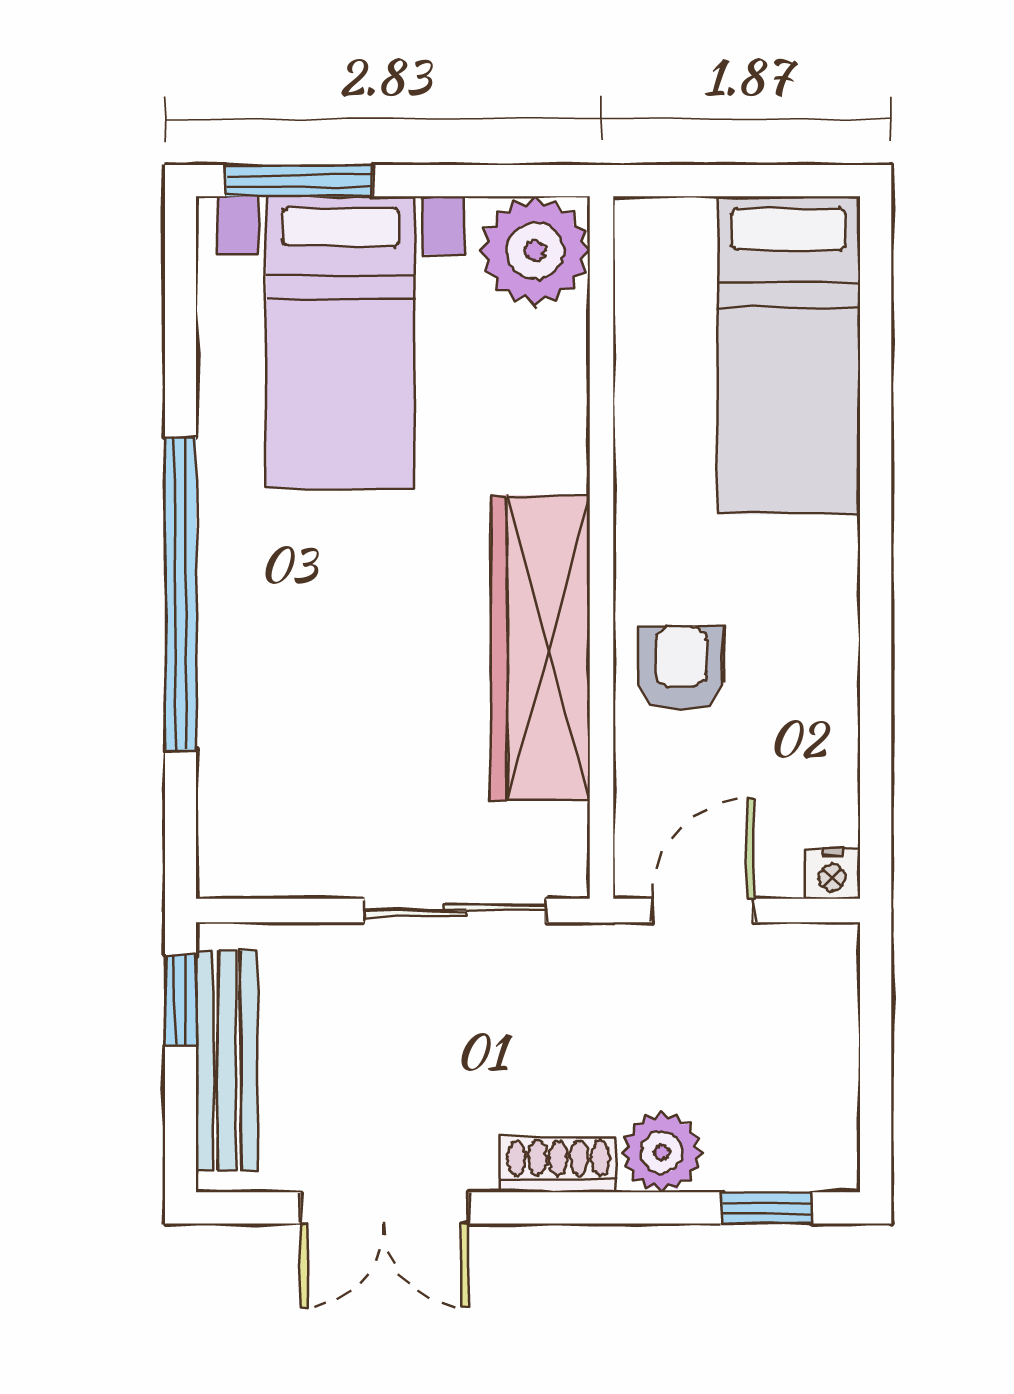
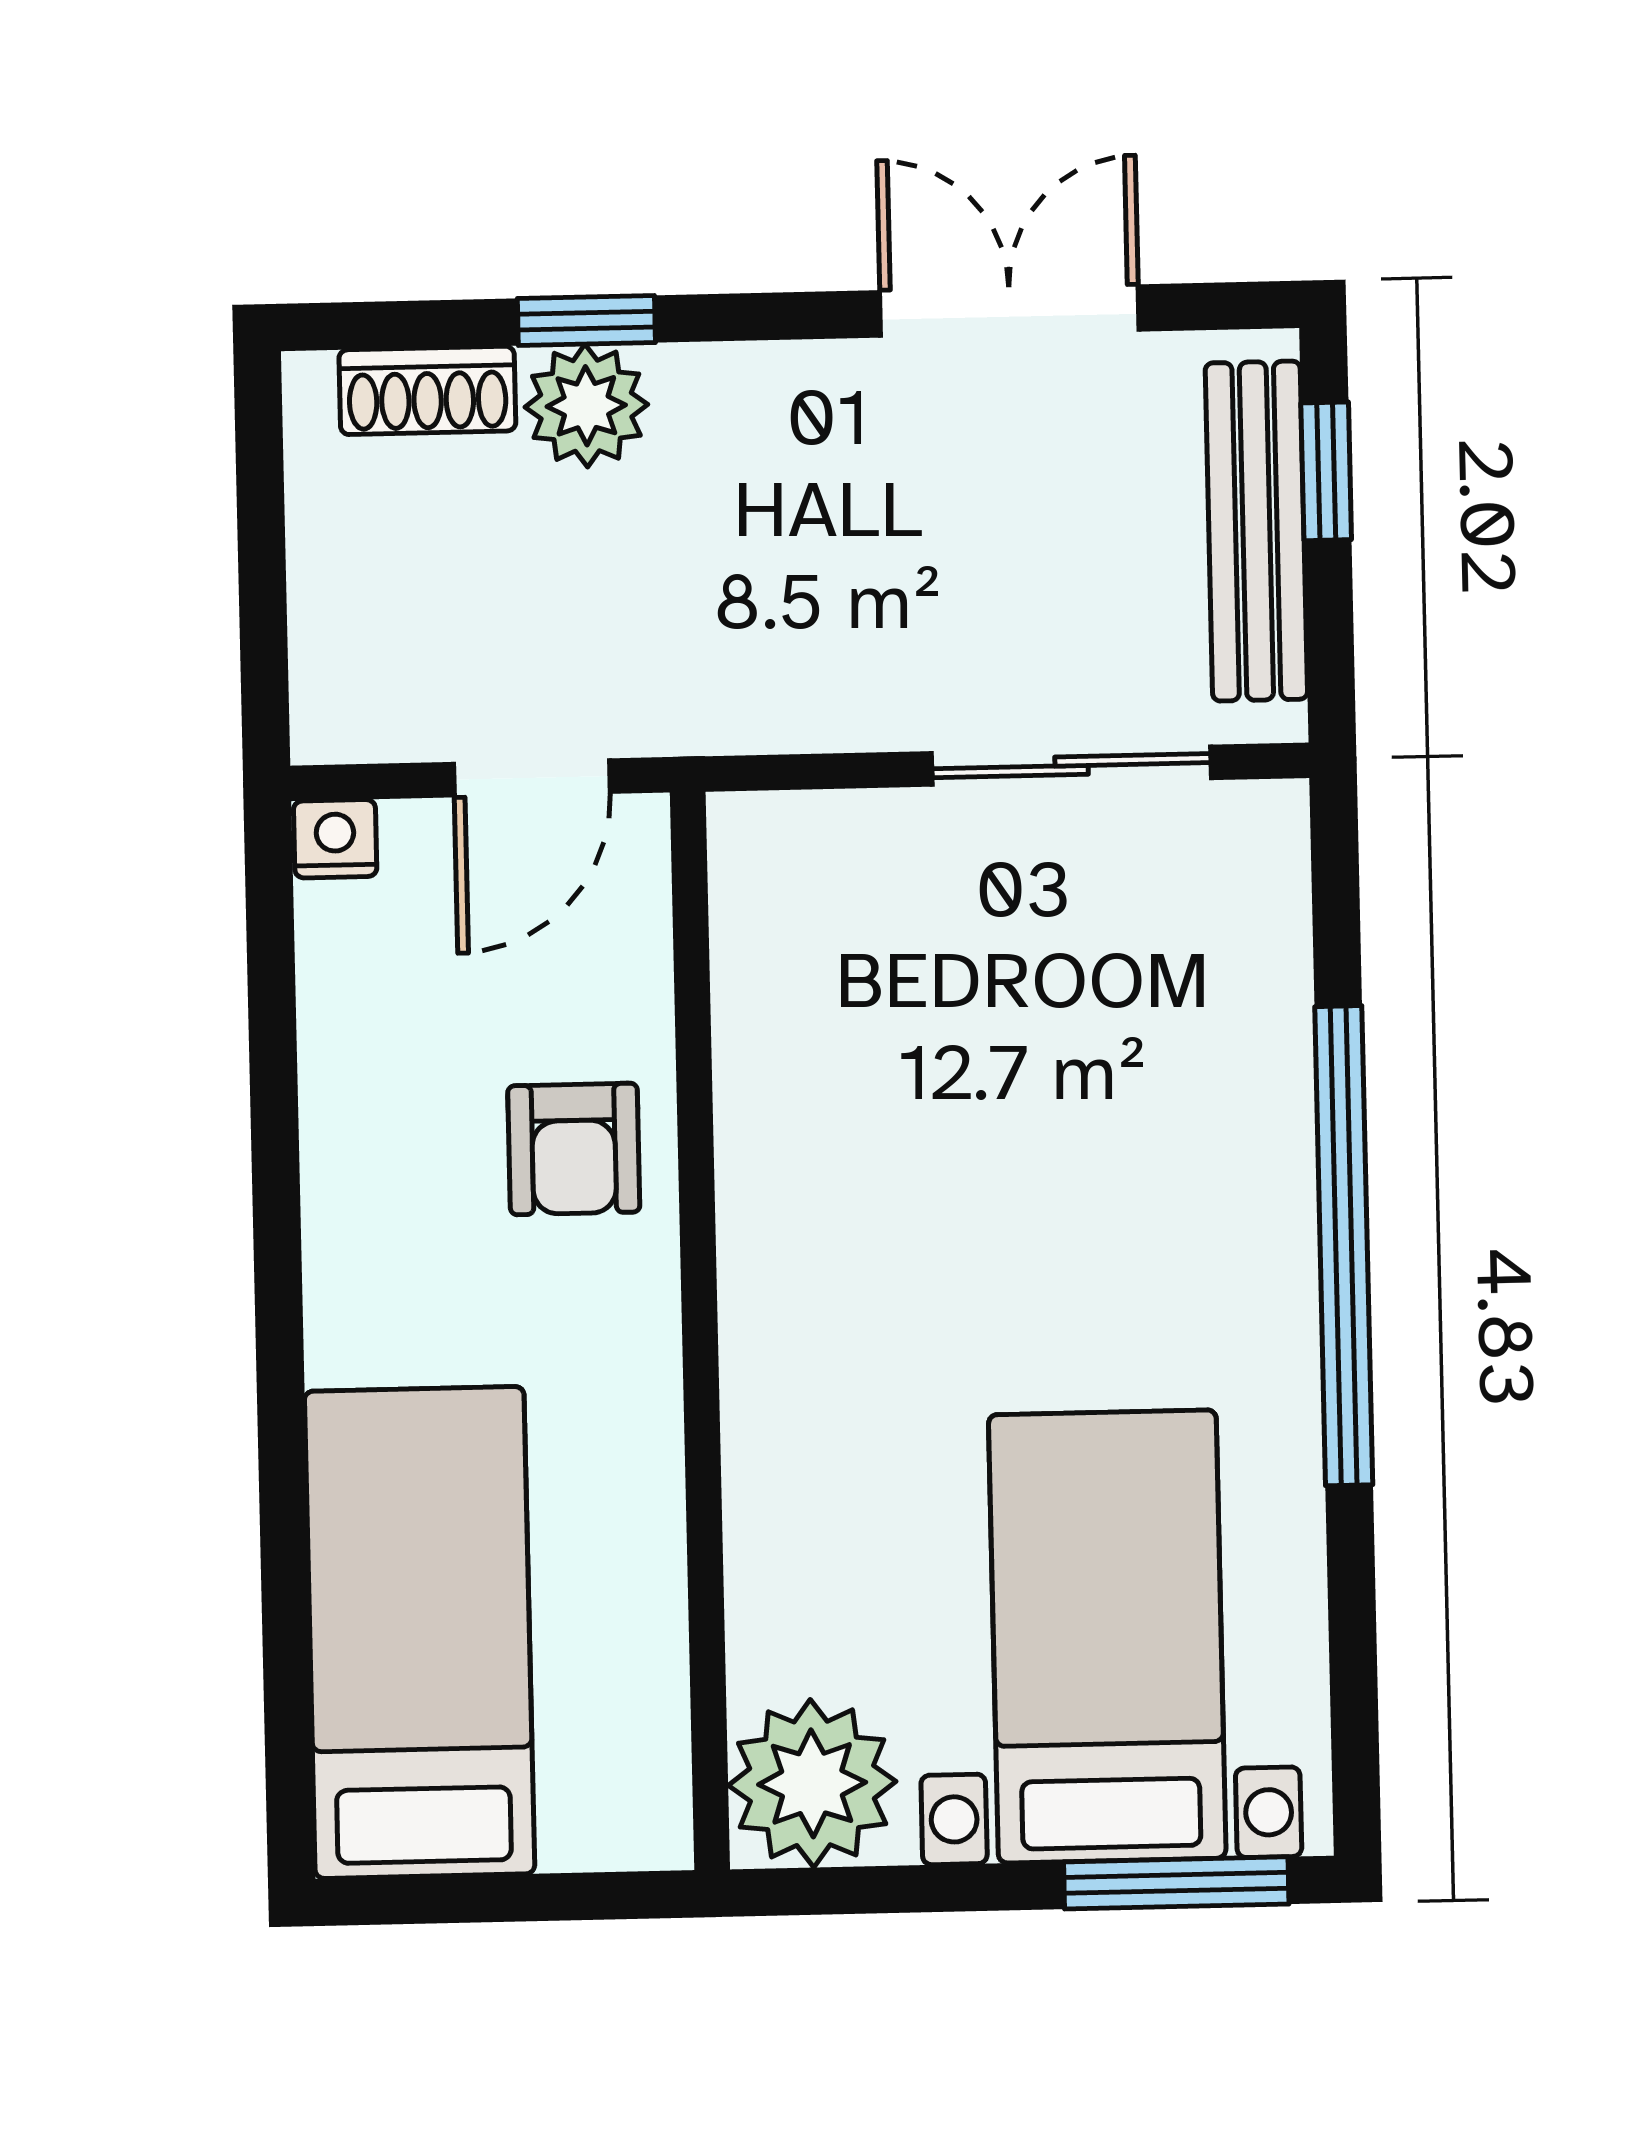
wardrobe: (540, 648) -> (790, 1175), removed
sliding door: (455, 910) -> (1072, 766), moved
window: (181, 1000) -> (1326, 471), moved
shoe rack: (558, 1165) -> (427, 390), moved
window: (767, 1208) -> (586, 321), moved

